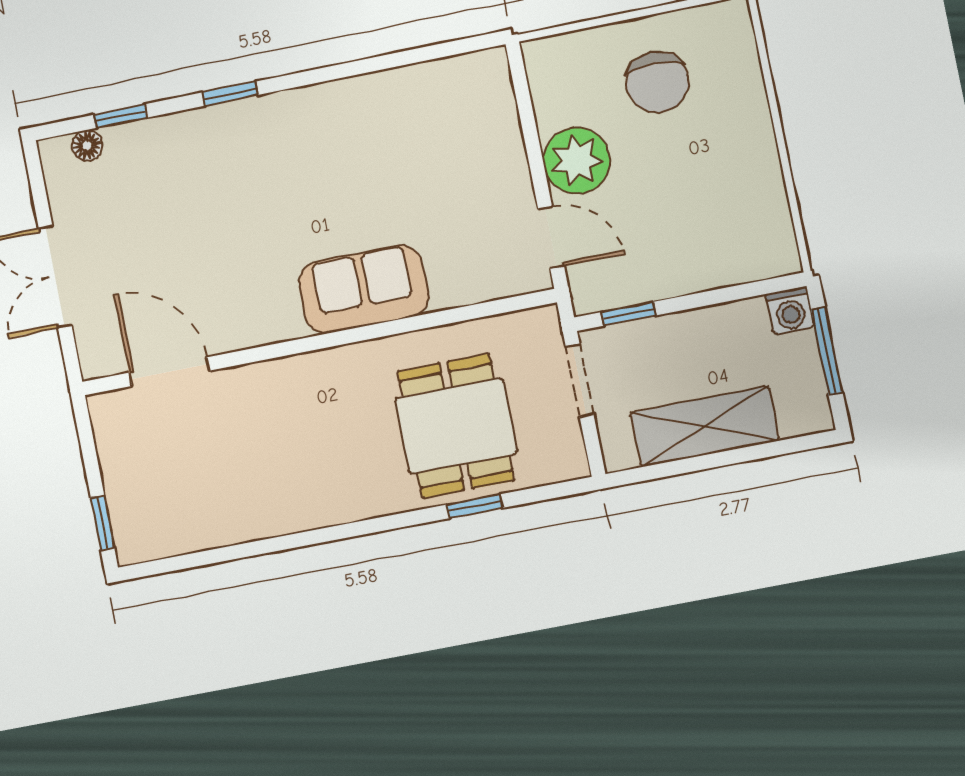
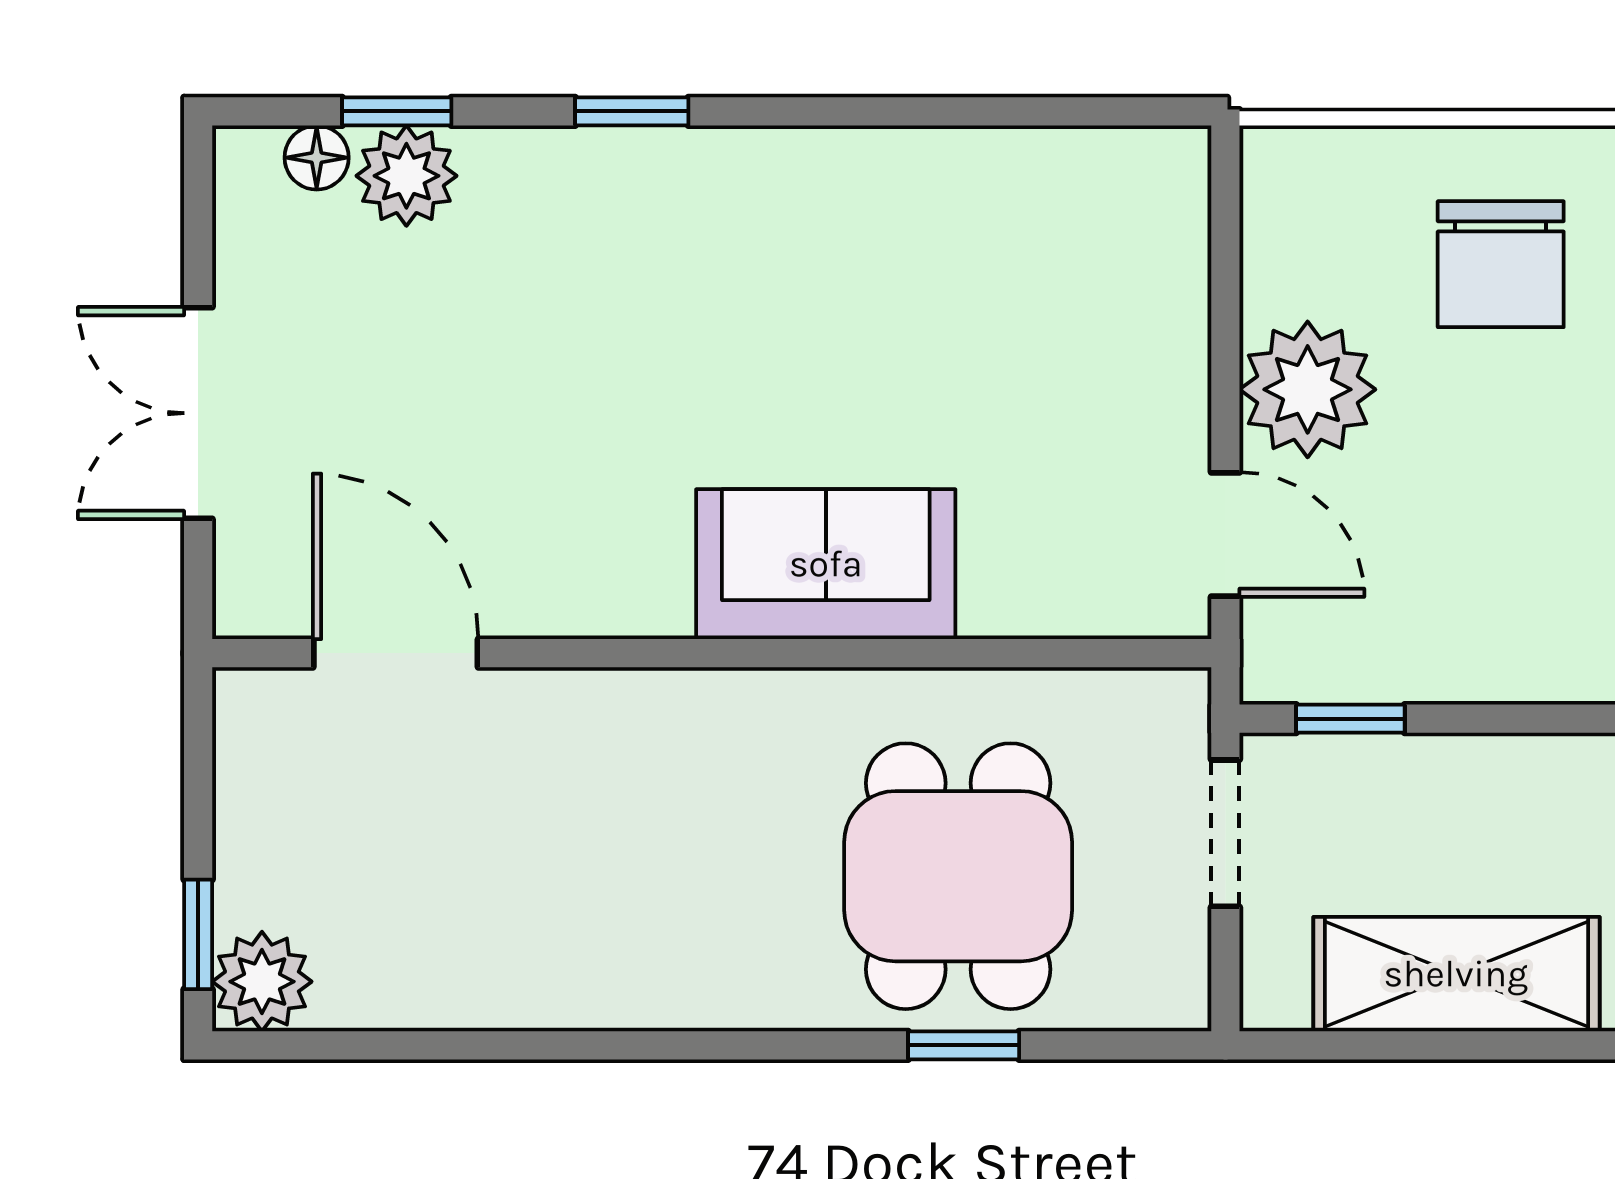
plant: (131, 145) -> (406, 176), added
plant: (137, 539) -> (262, 982), added

